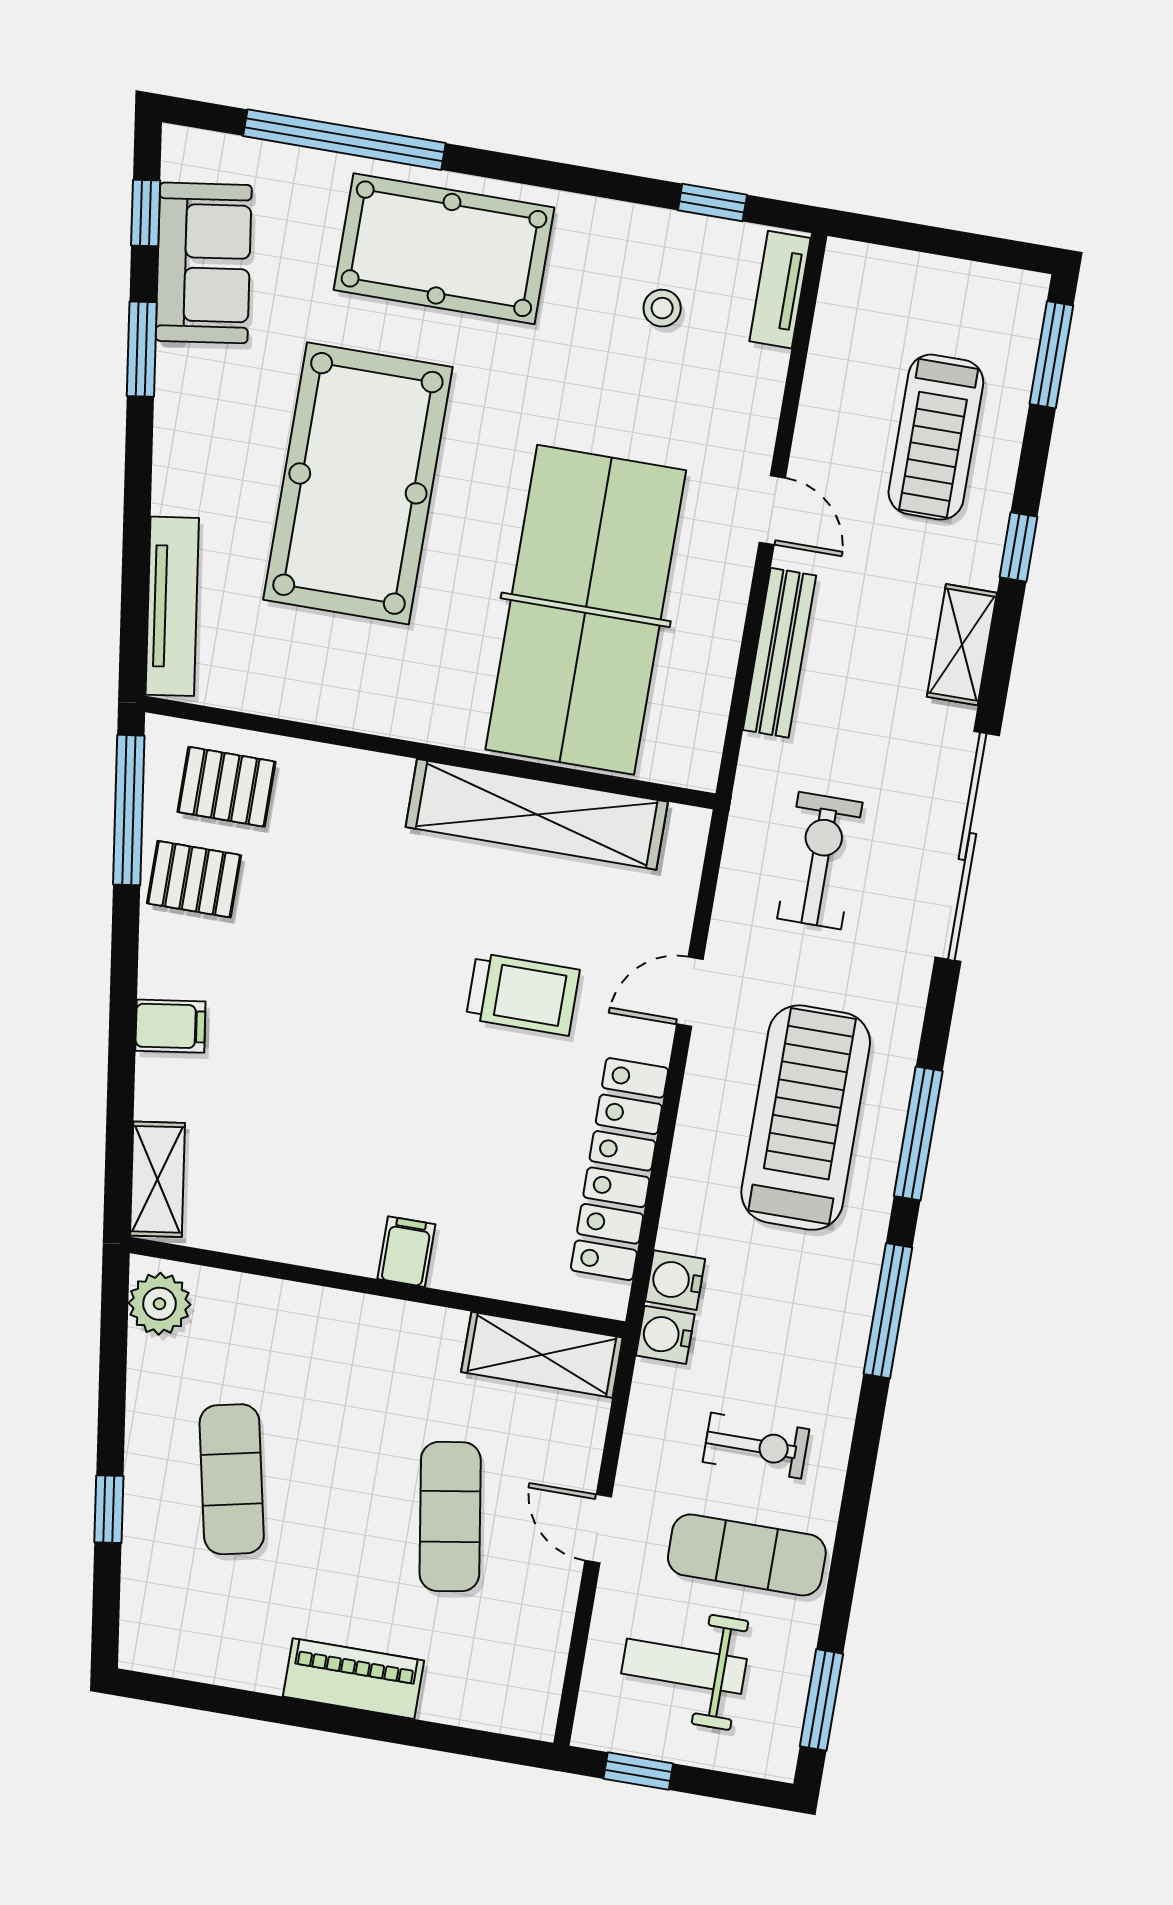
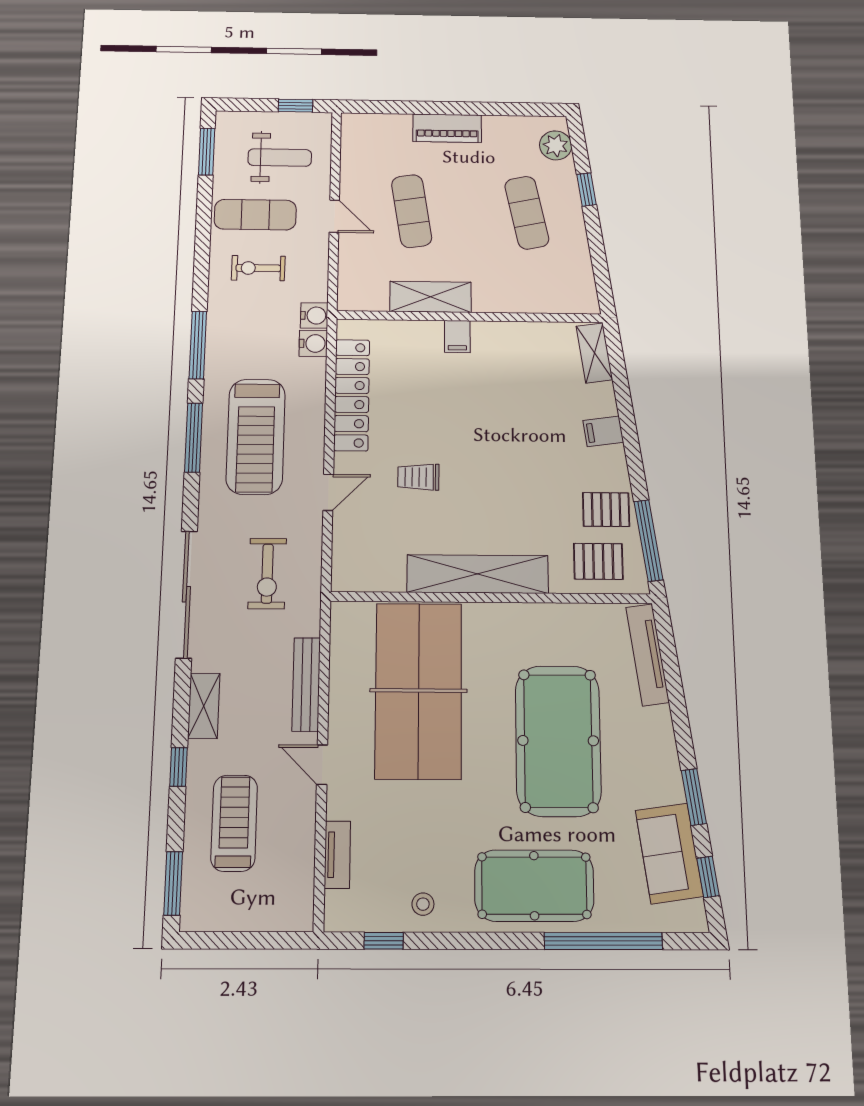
tv unit: (780, 290) -> (337, 855), moved
stool: (662, 308) -> (423, 904), moved
shelving: (537, 814) -> (478, 574), moved
trolley: (523, 994) -> (418, 477), width x0.73, depth x0.72
plant: (159, 1304) -> (556, 145), moved
shelving: (542, 1355) -> (430, 297), moved

